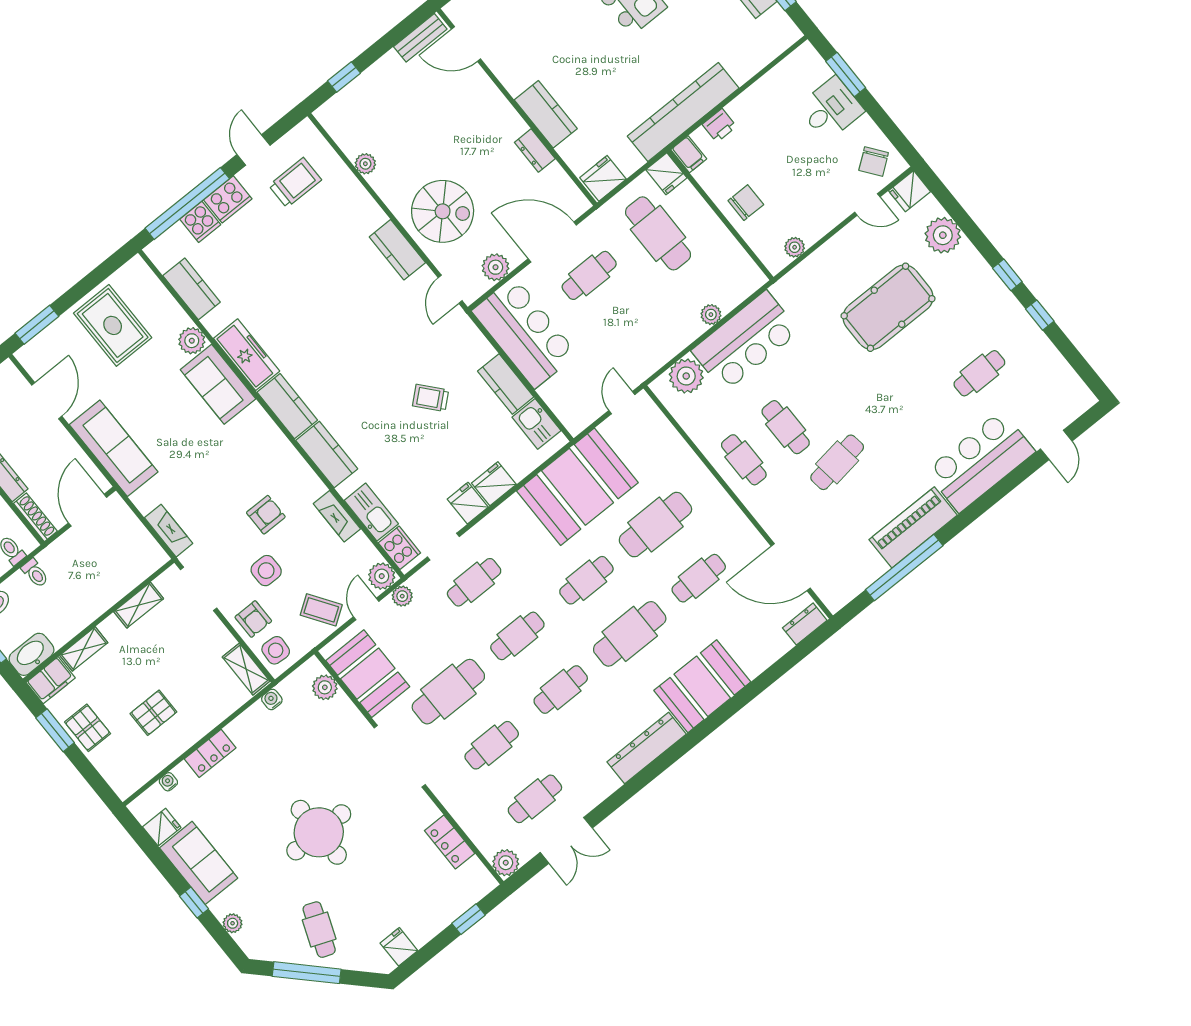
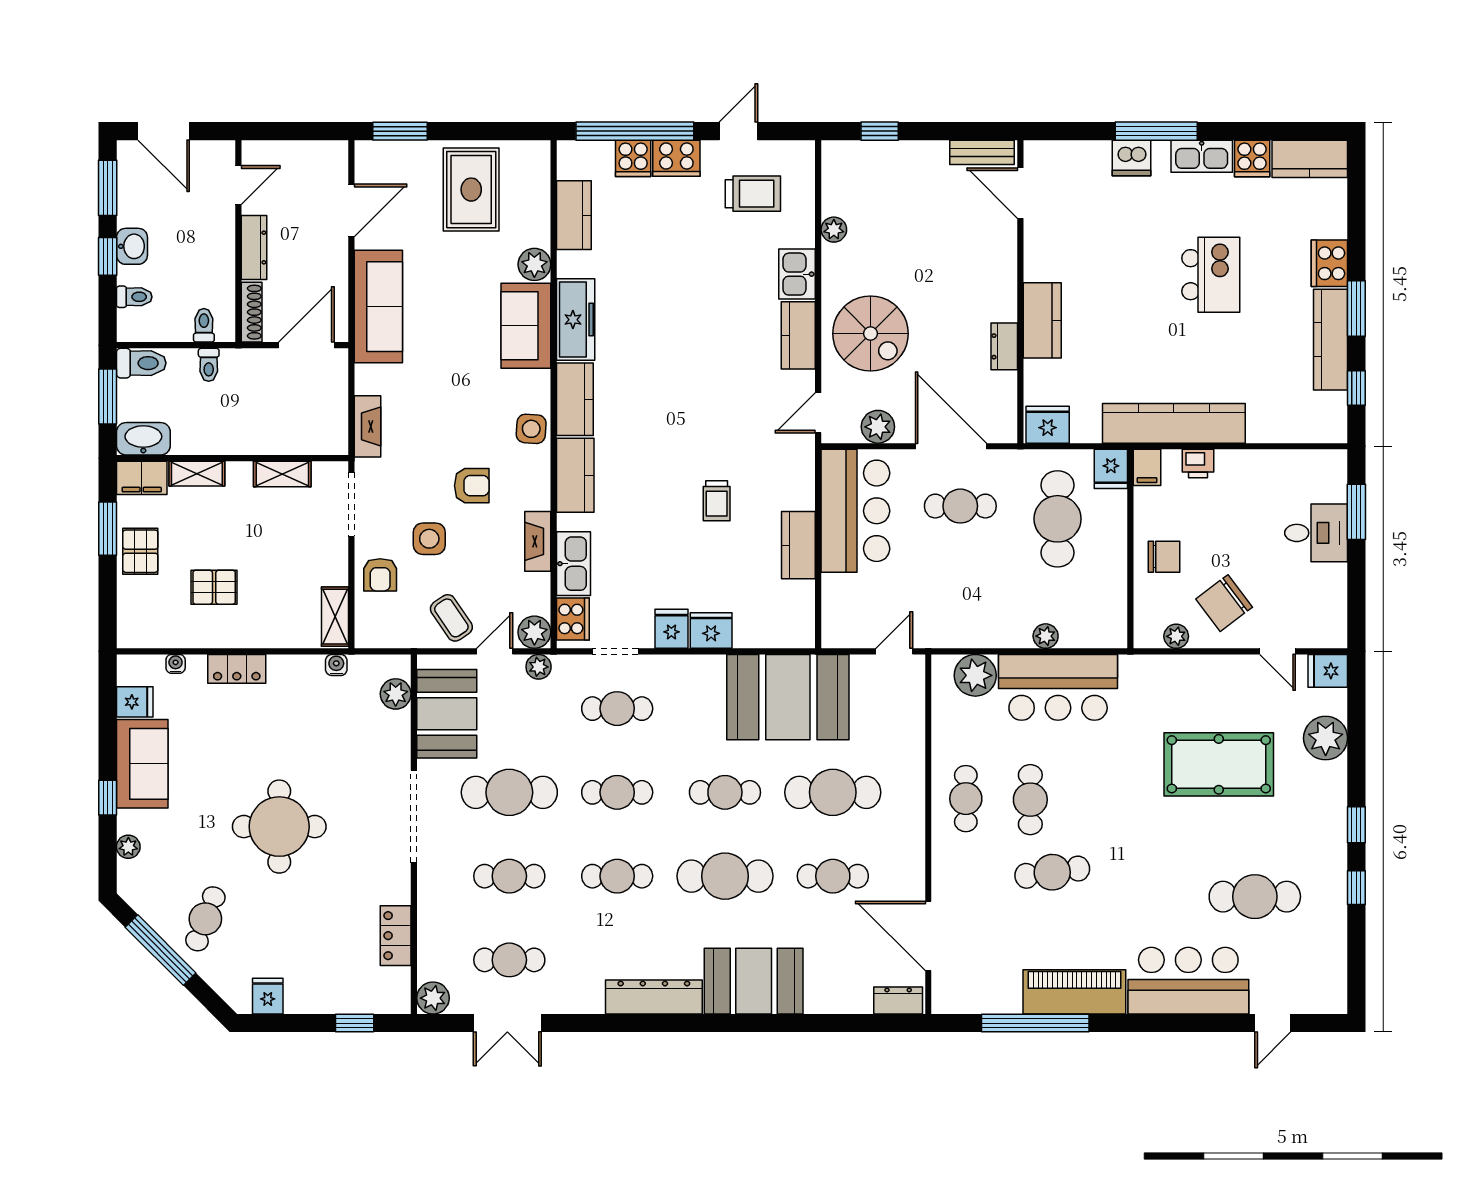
chair: (874, 162) -> (1224, 603), moved, width x1.37, depth x1.37
cafe table: (979, 373) -> (1255, 897), width x1.37, depth x1.35
trolley: (430, 398) -> (717, 501), turned -139
kitchen sink: (536, 424) -> (797, 274), moved
side table: (276, 650) -> (531, 429), moved

